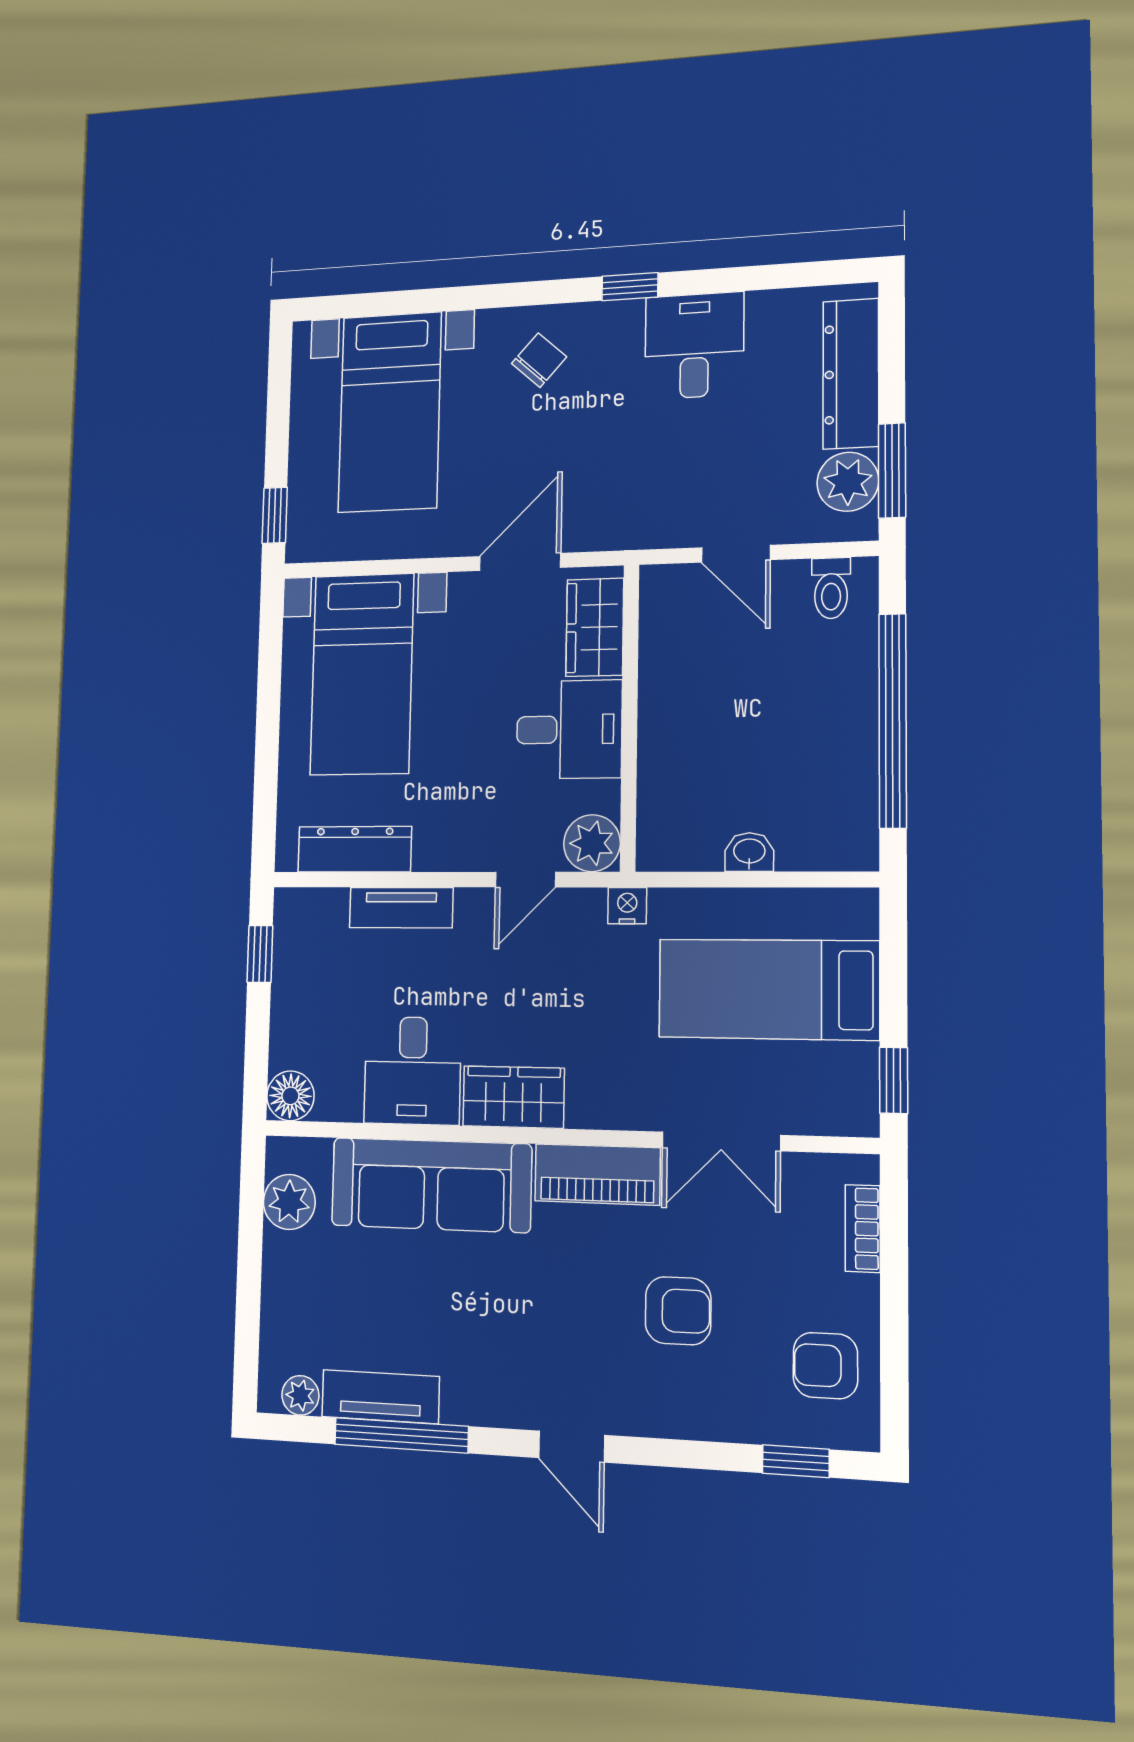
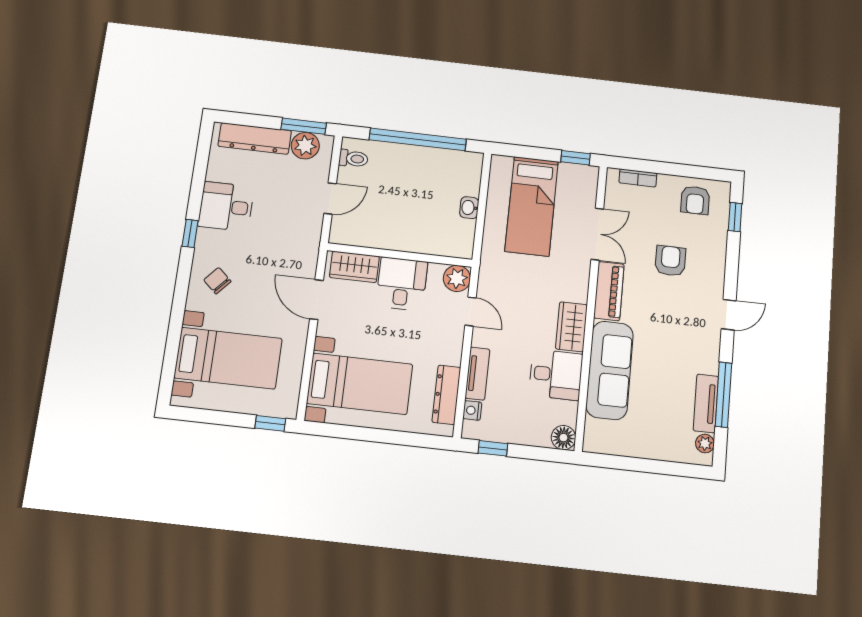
nightstand: (627, 906) -> (472, 410), moved
plant: (289, 1202) -> (614, 442), removed

